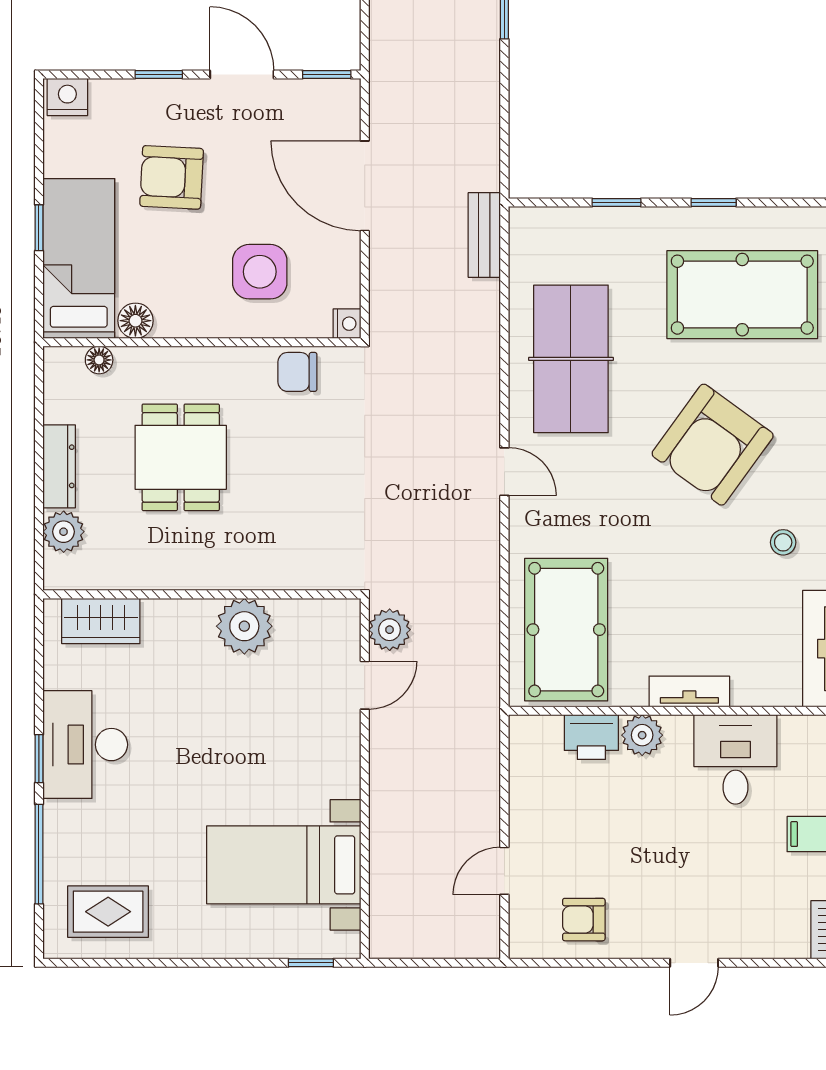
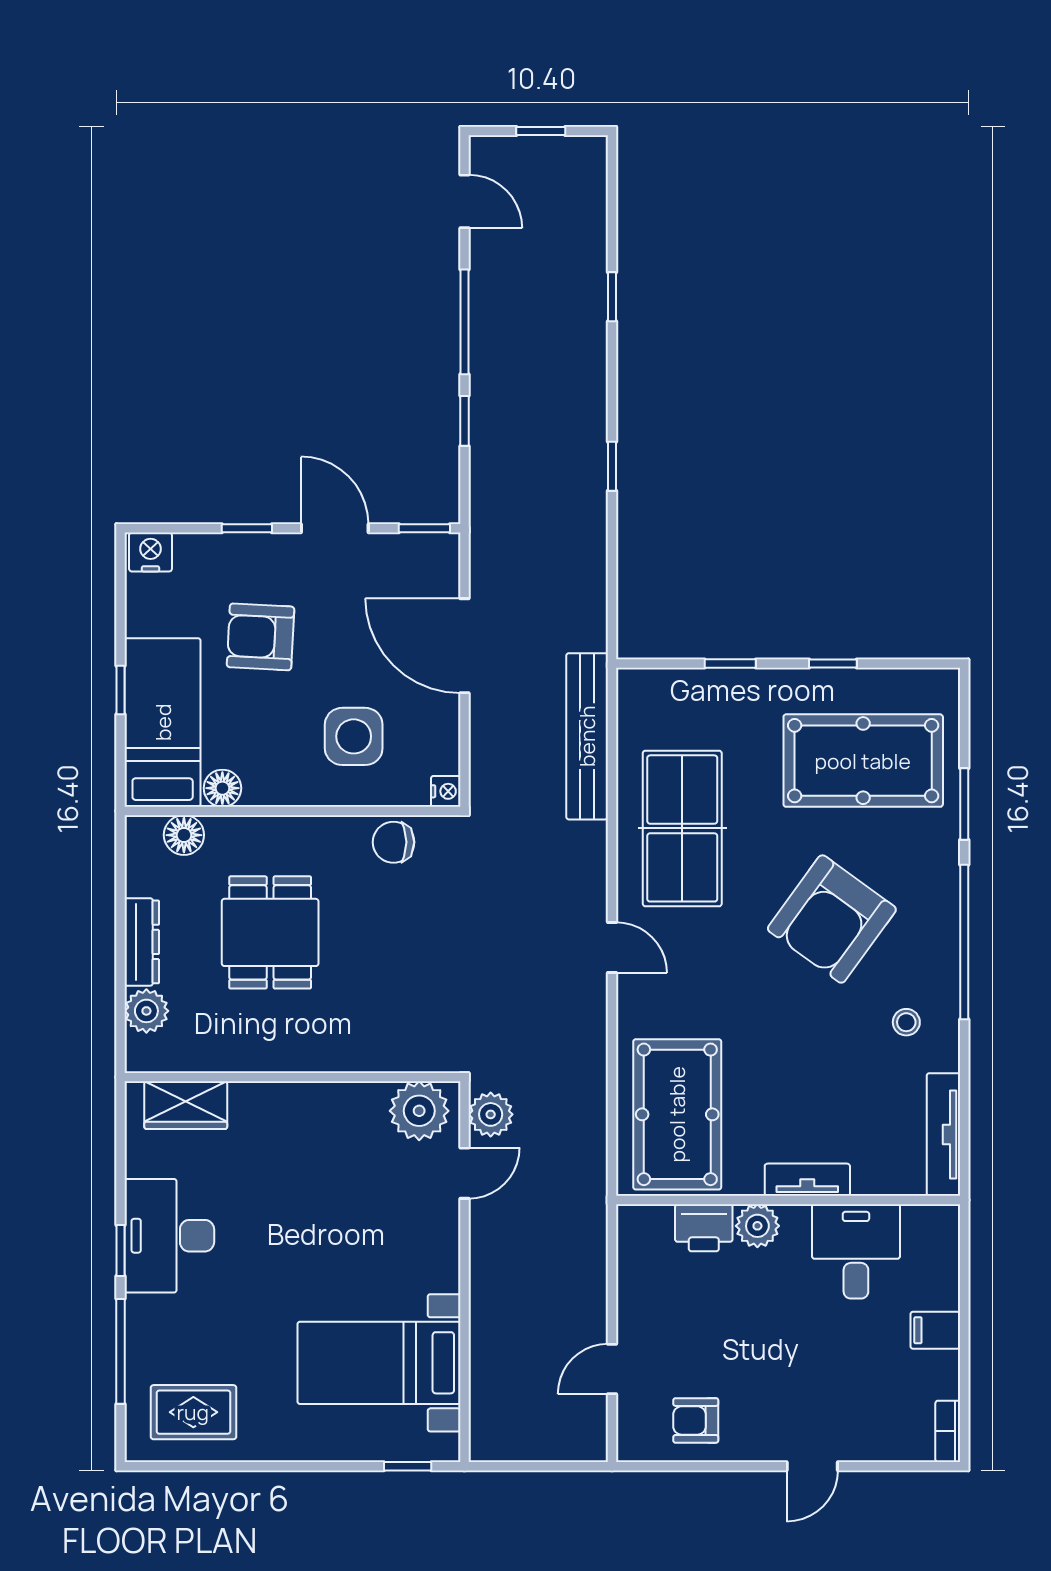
bench: (484, 235) -> (587, 736), width x1.86, depth x1.21
floor lamp: (99, 360) -> (184, 835), width x1.37, depth x1.37
plant: (244, 626) -> (419, 1111), moved

